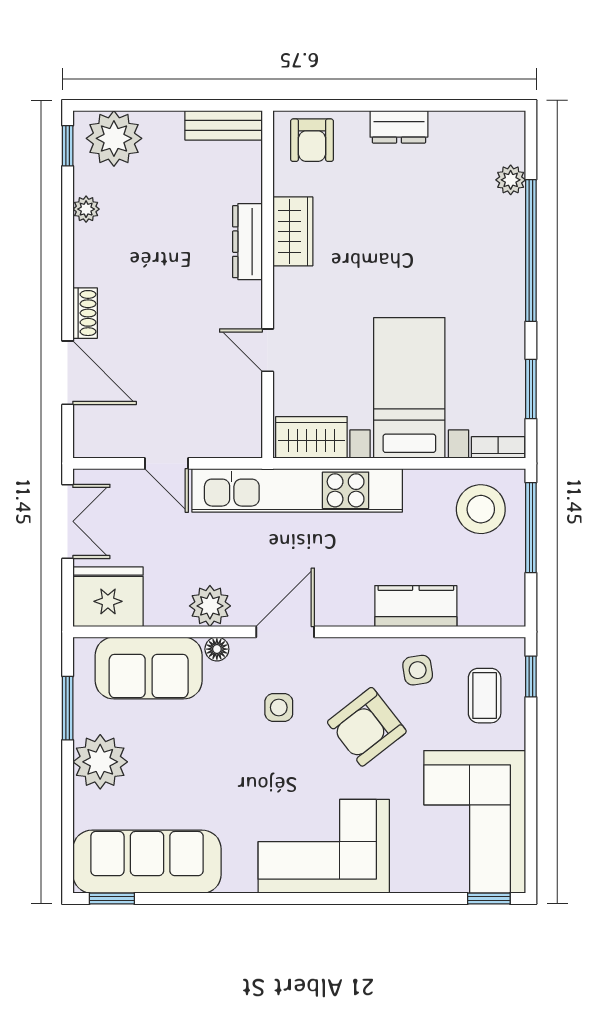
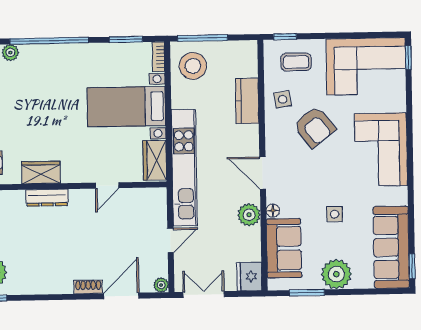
plant: (86, 209) -> (161, 285), moved
fridge: (108, 597) -> (249, 276), width x0.73, depth x0.75
side table: (279, 707) -> (335, 214), moved

